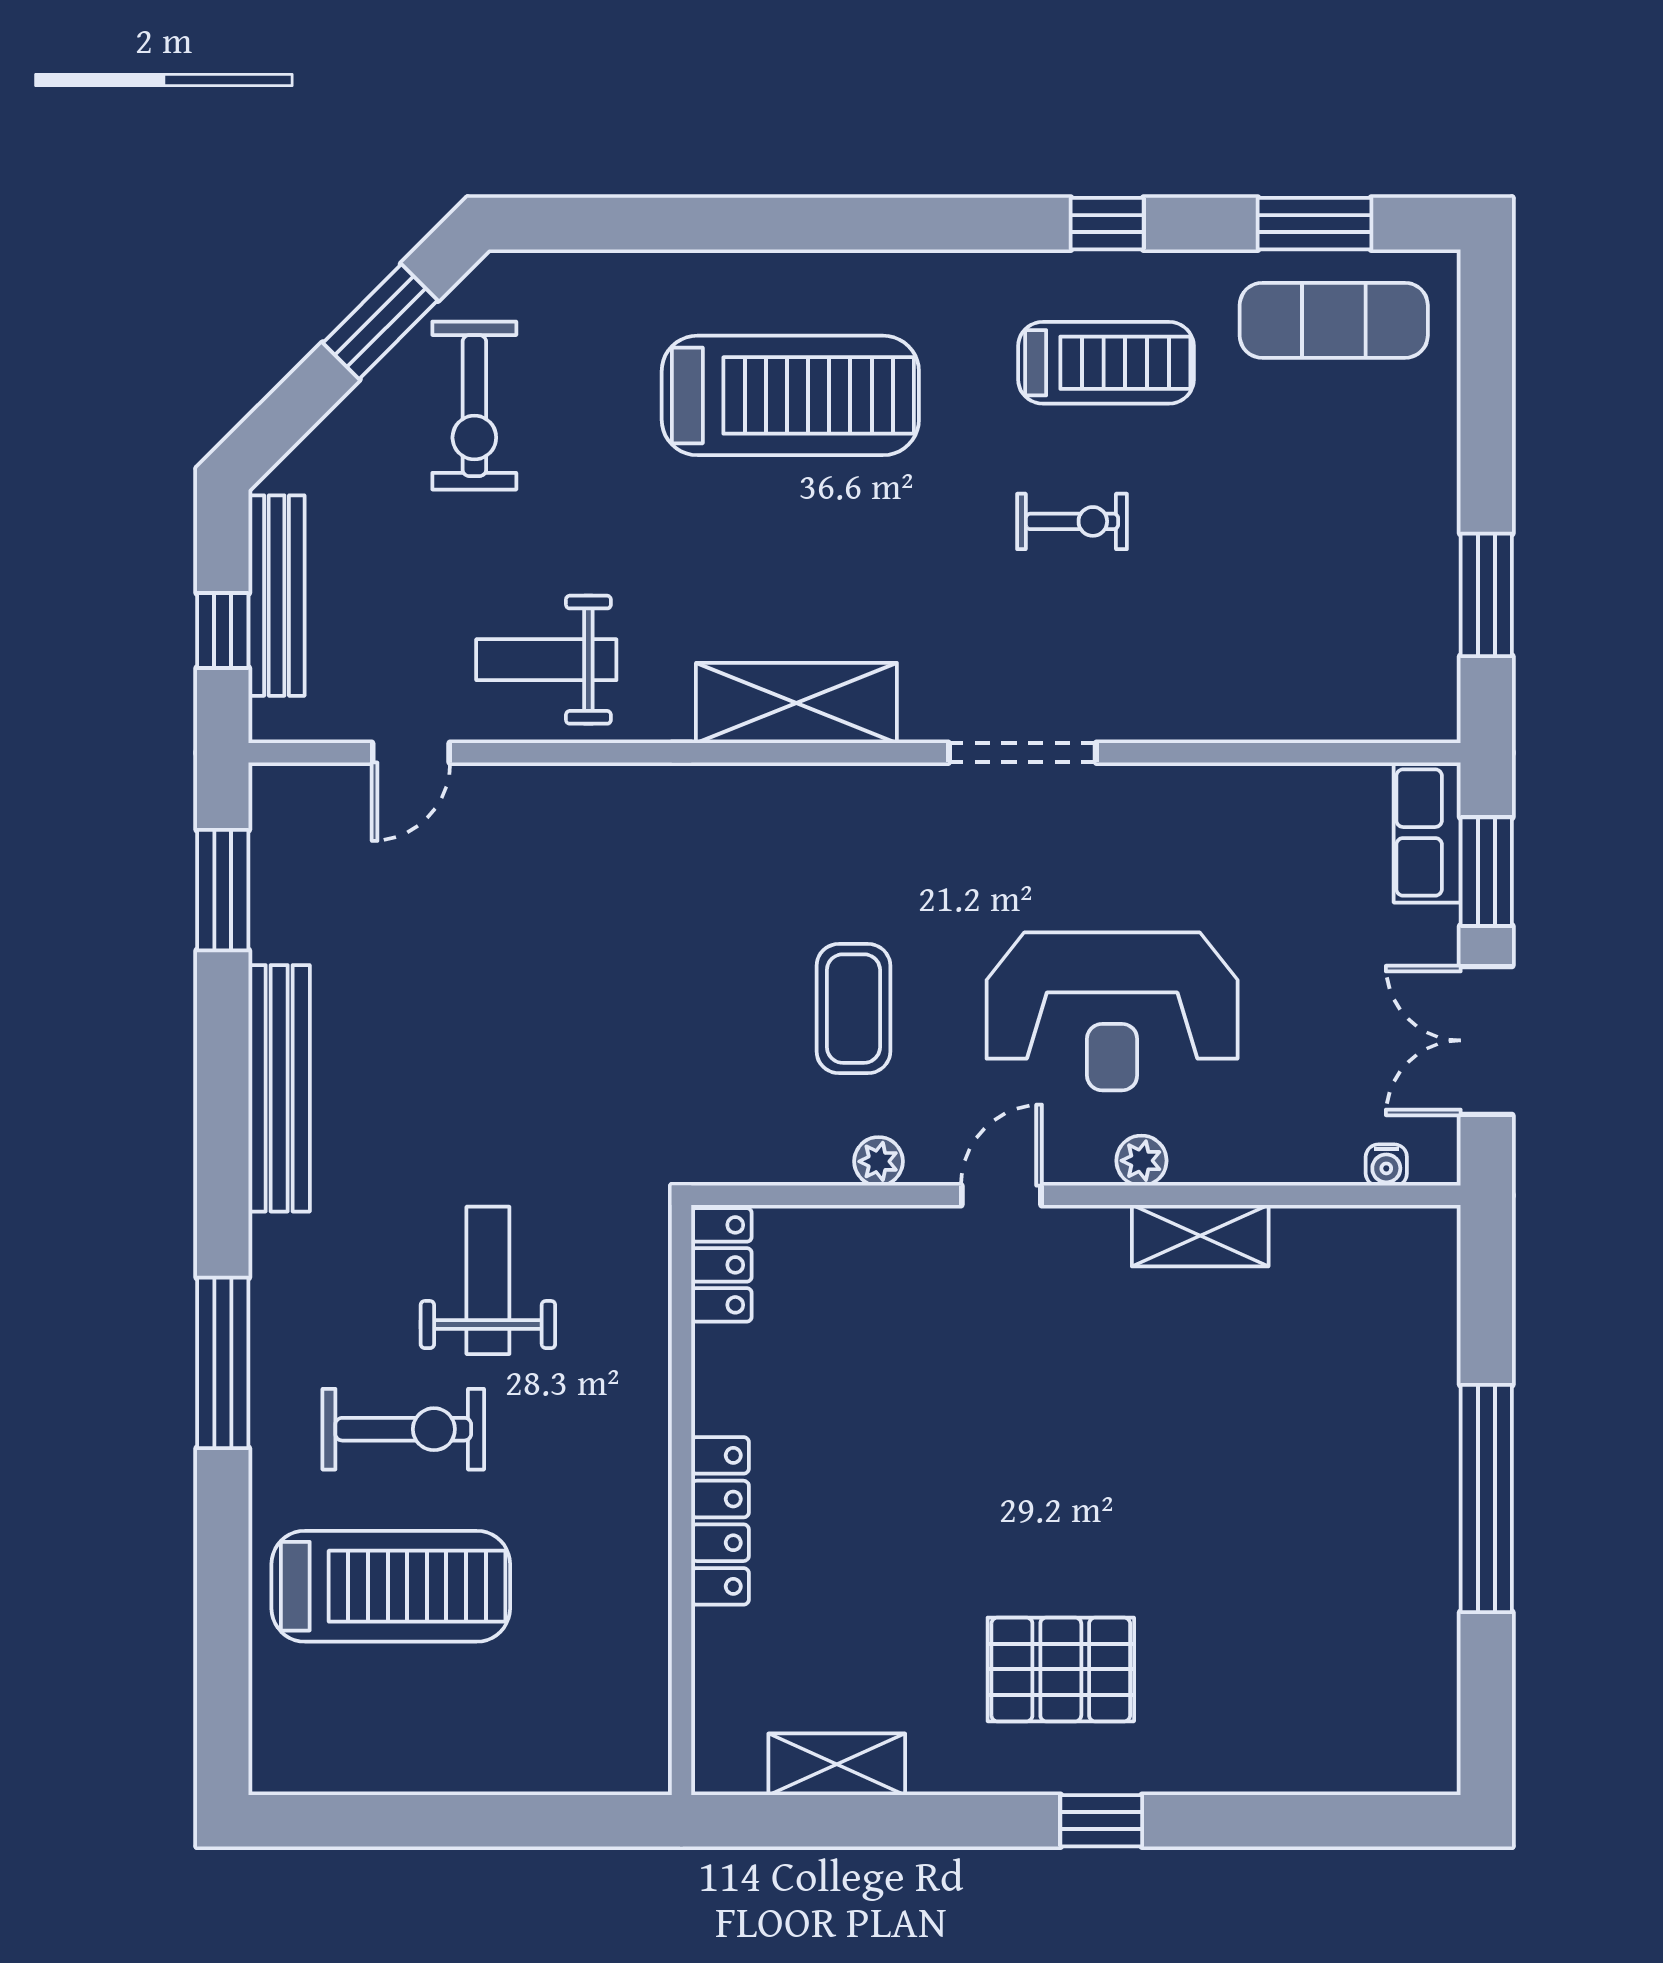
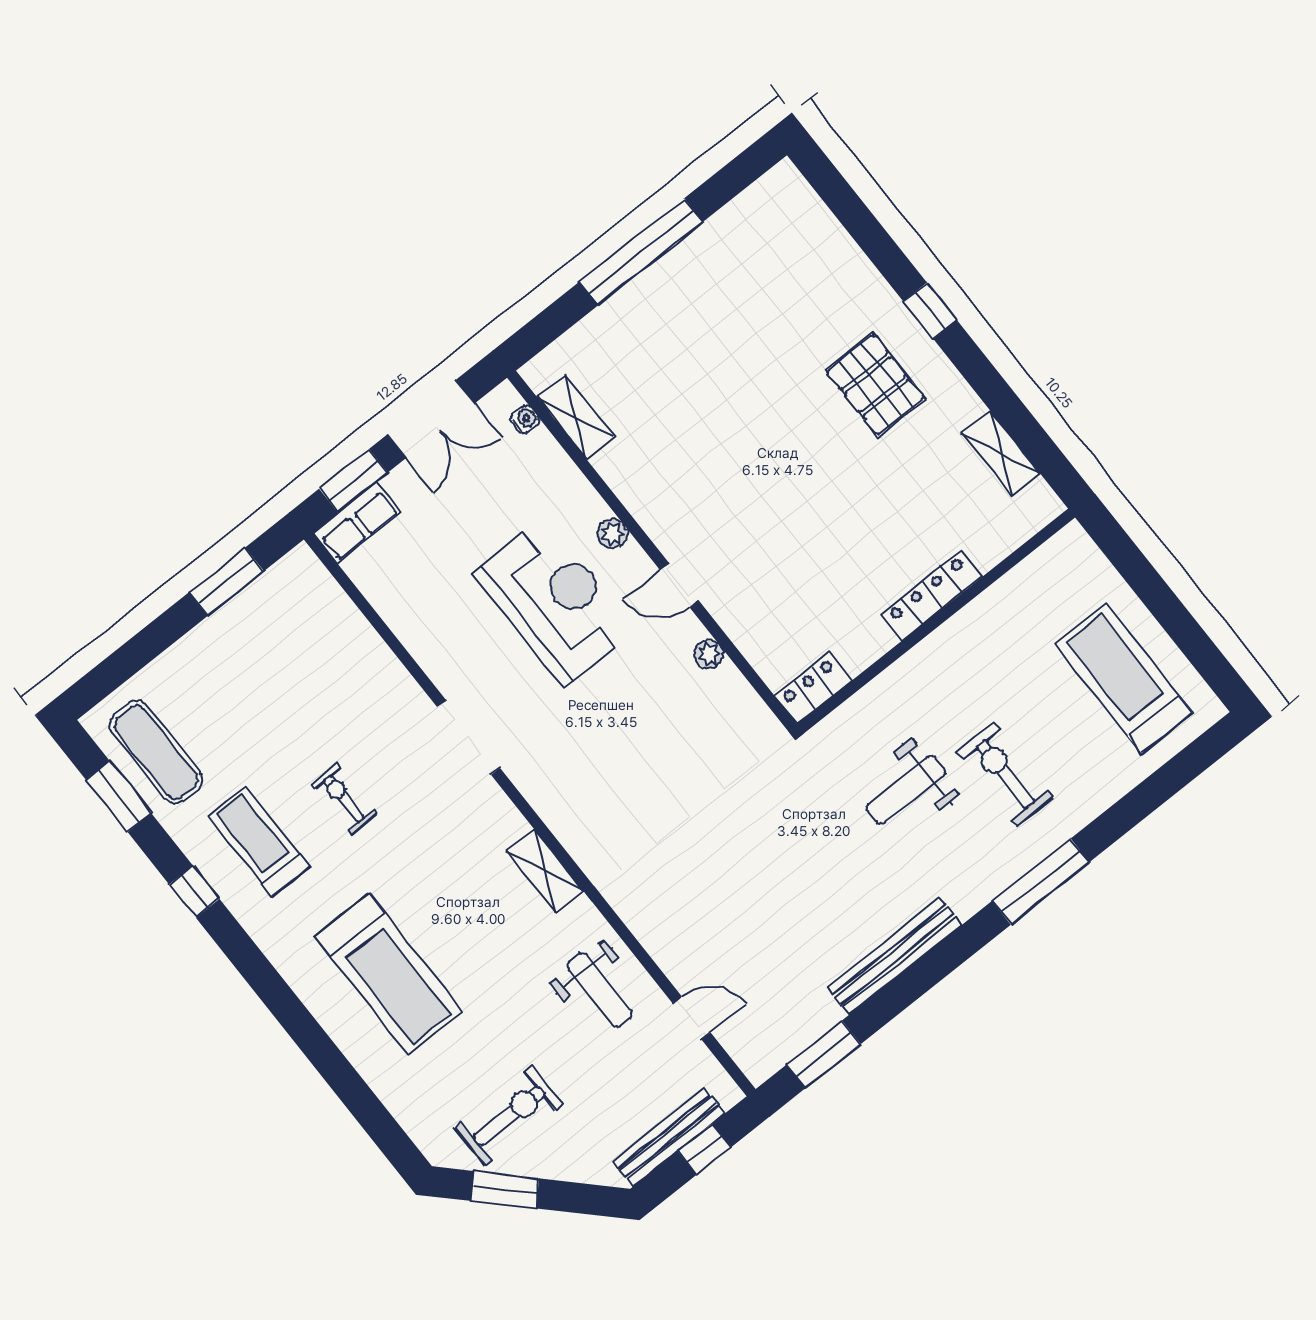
treadmill: (790, 395) -> (389, 974), turned 180
shelving: (796, 703) -> (545, 871), width x0.67, depth x0.75
coffee table: (853, 1009) -> (648, 721), removed
shelving: (1200, 1236) -> (576, 417), moved
treadmill: (391, 1586) -> (1124, 678), moved

